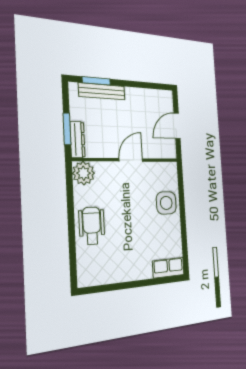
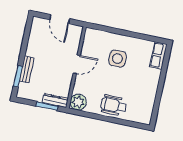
bench: (102, 91) -> (27, 69), width x0.73
door: (131, 160) -> (77, 64), swing flipped
side table: (166, 203) -> (117, 59), moved

